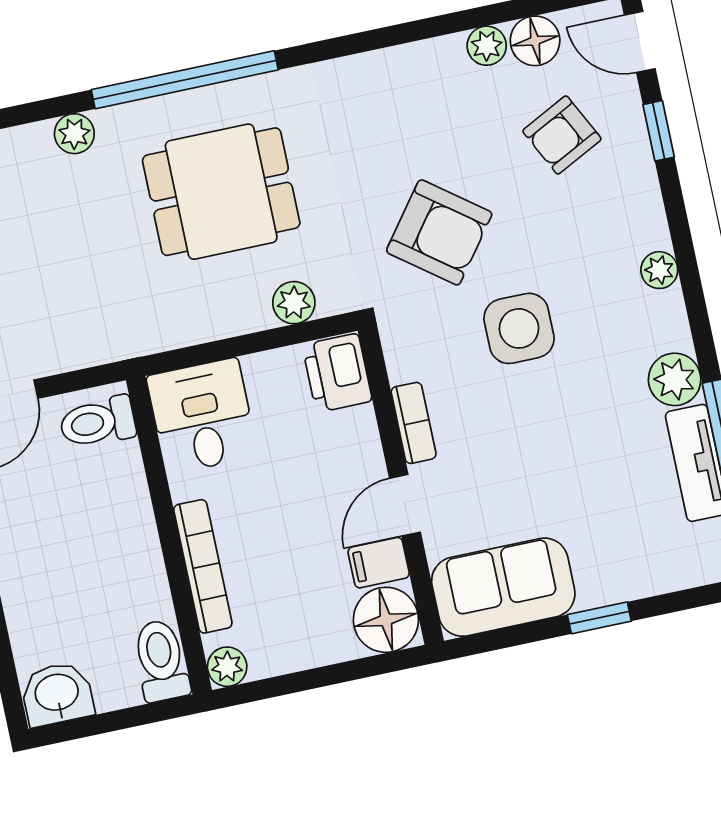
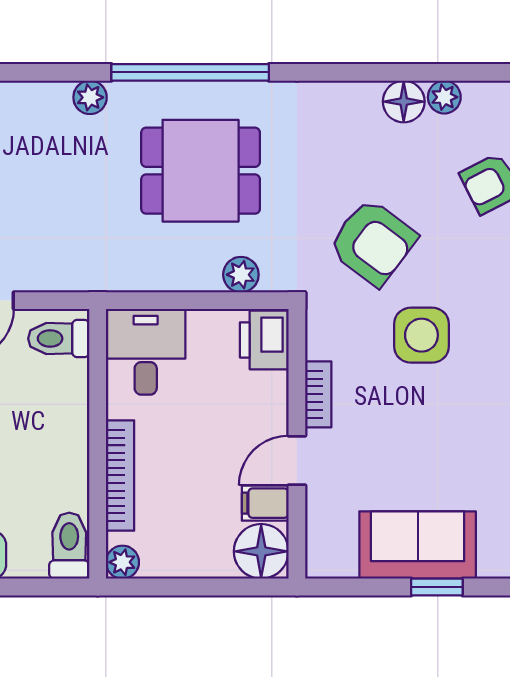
floor lamp: (535, 41) -> (404, 102), moved
sofa: (503, 587) -> (418, 545), moved

